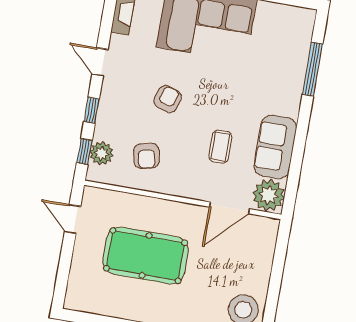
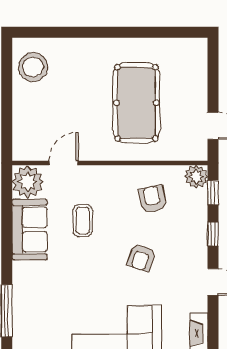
plant: (101, 153) -> (196, 177), moved
door: (229, 208) -> (64, 163), width x0.73
pool table: (145, 256) -> (136, 103), turned 90

